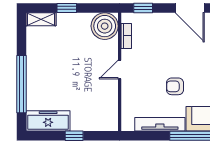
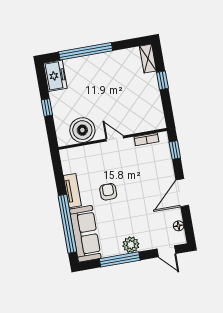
boiler: (105, 26) -> (82, 130), moved
freezer: (48, 121) -> (55, 76), width x0.71
tv unit: (160, 124) -> (72, 191), width x0.71

